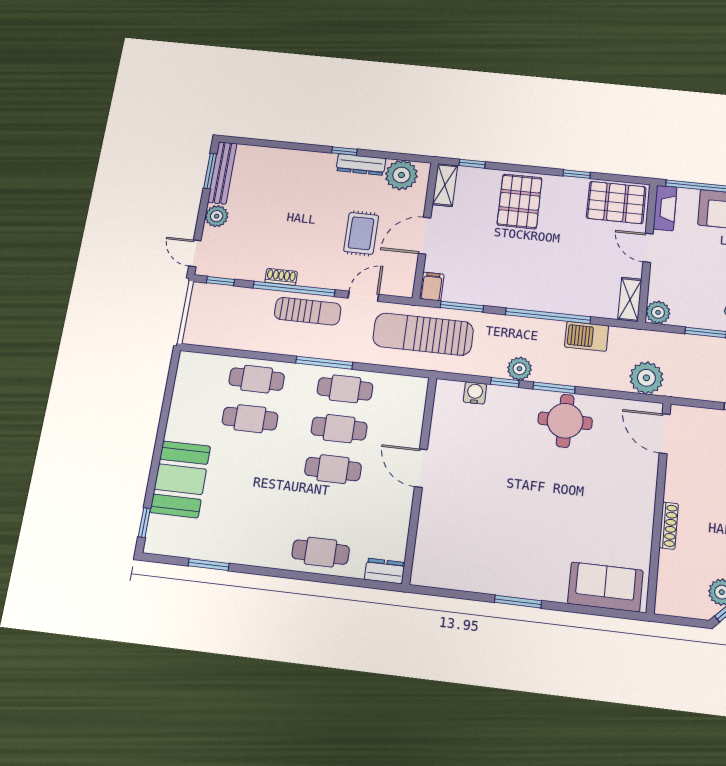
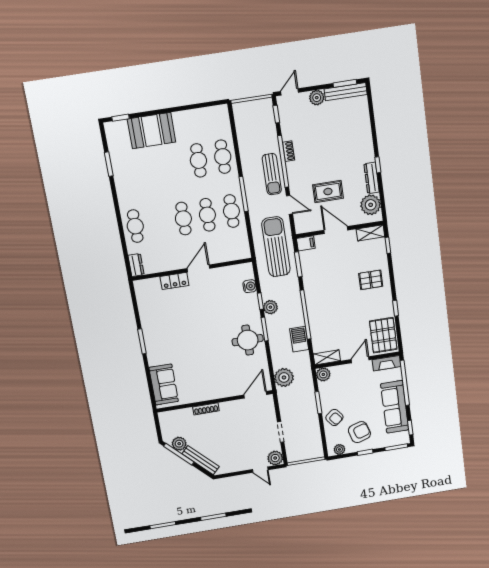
pallet: (520, 201) -> (371, 280), width x0.67, depth x0.71
locker: (430, 514) -> (174, 281), added

